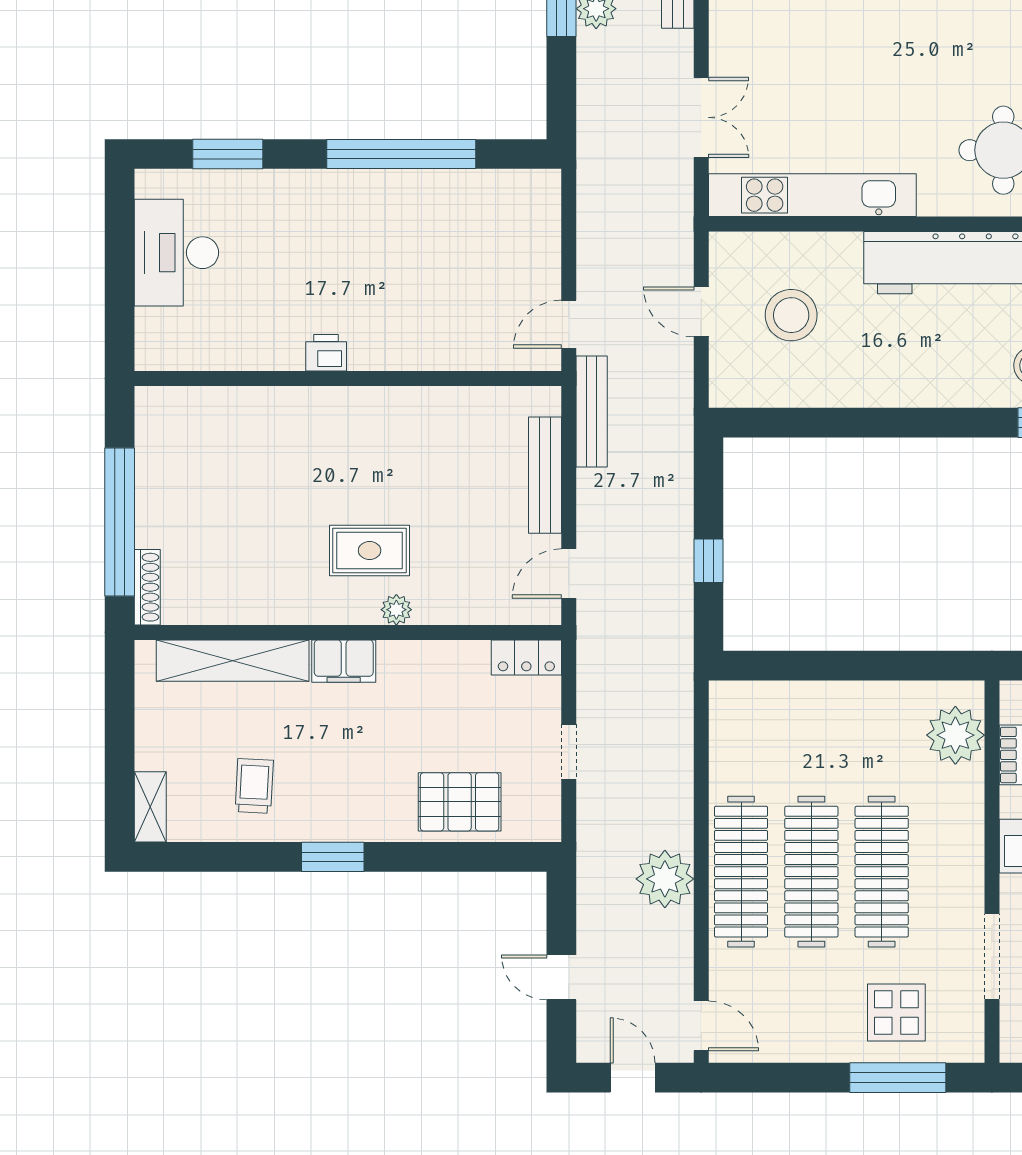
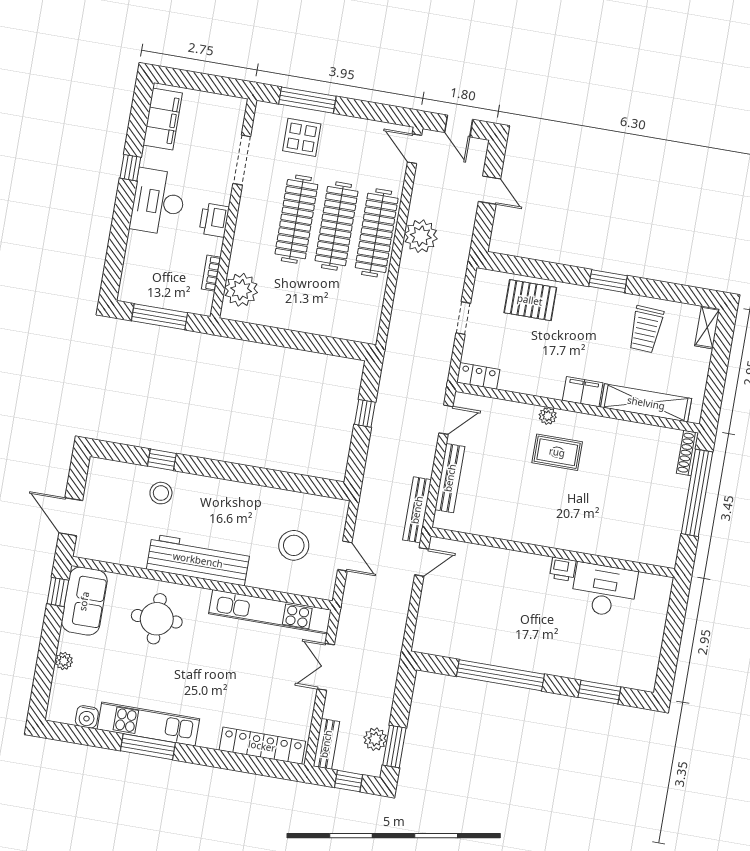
desk: (176, 253) -> (604, 590), moved, turned -90
trolley: (254, 786) -> (646, 329), width x1.36, depth x1.39

